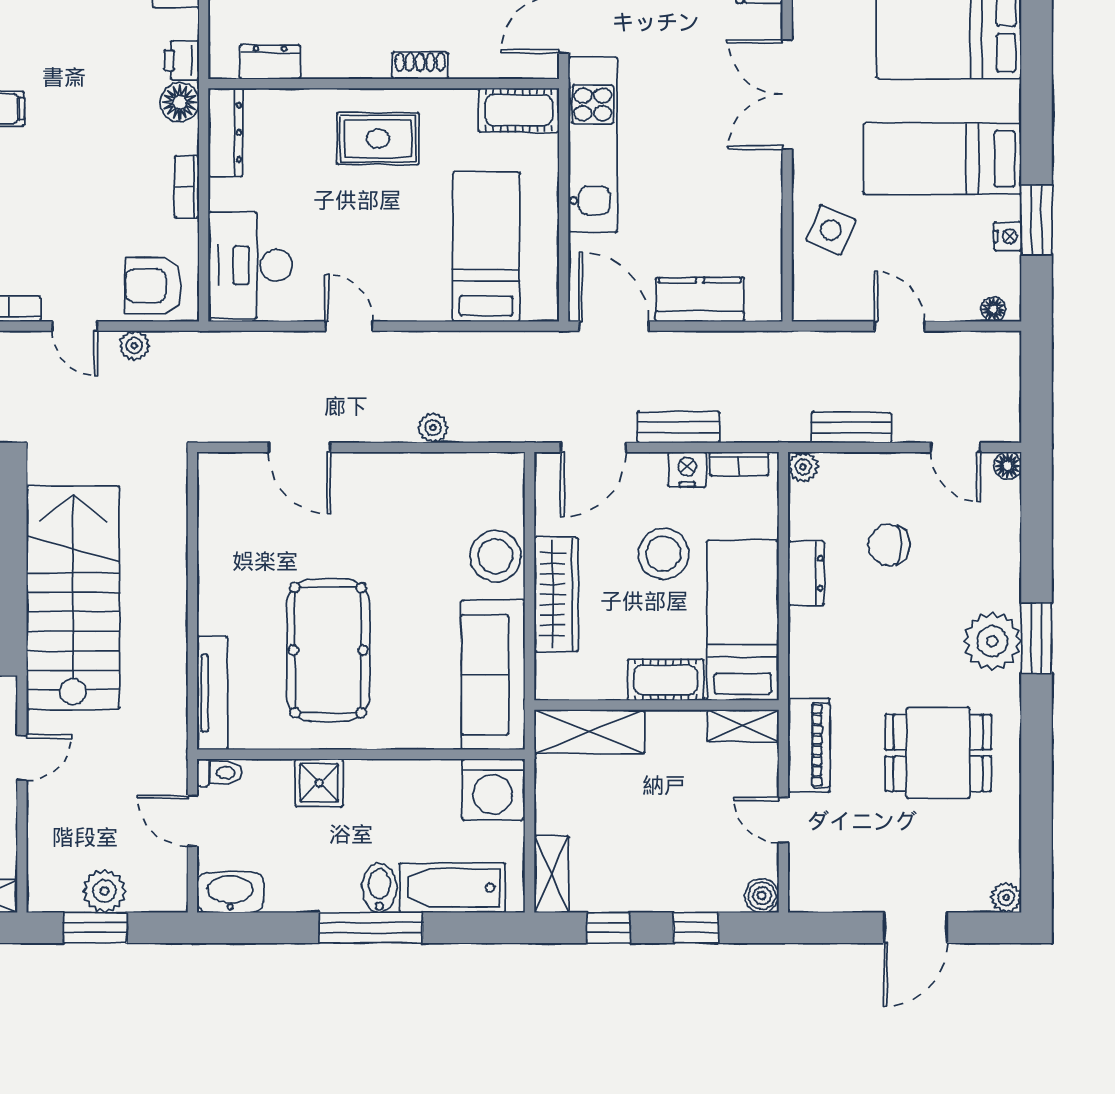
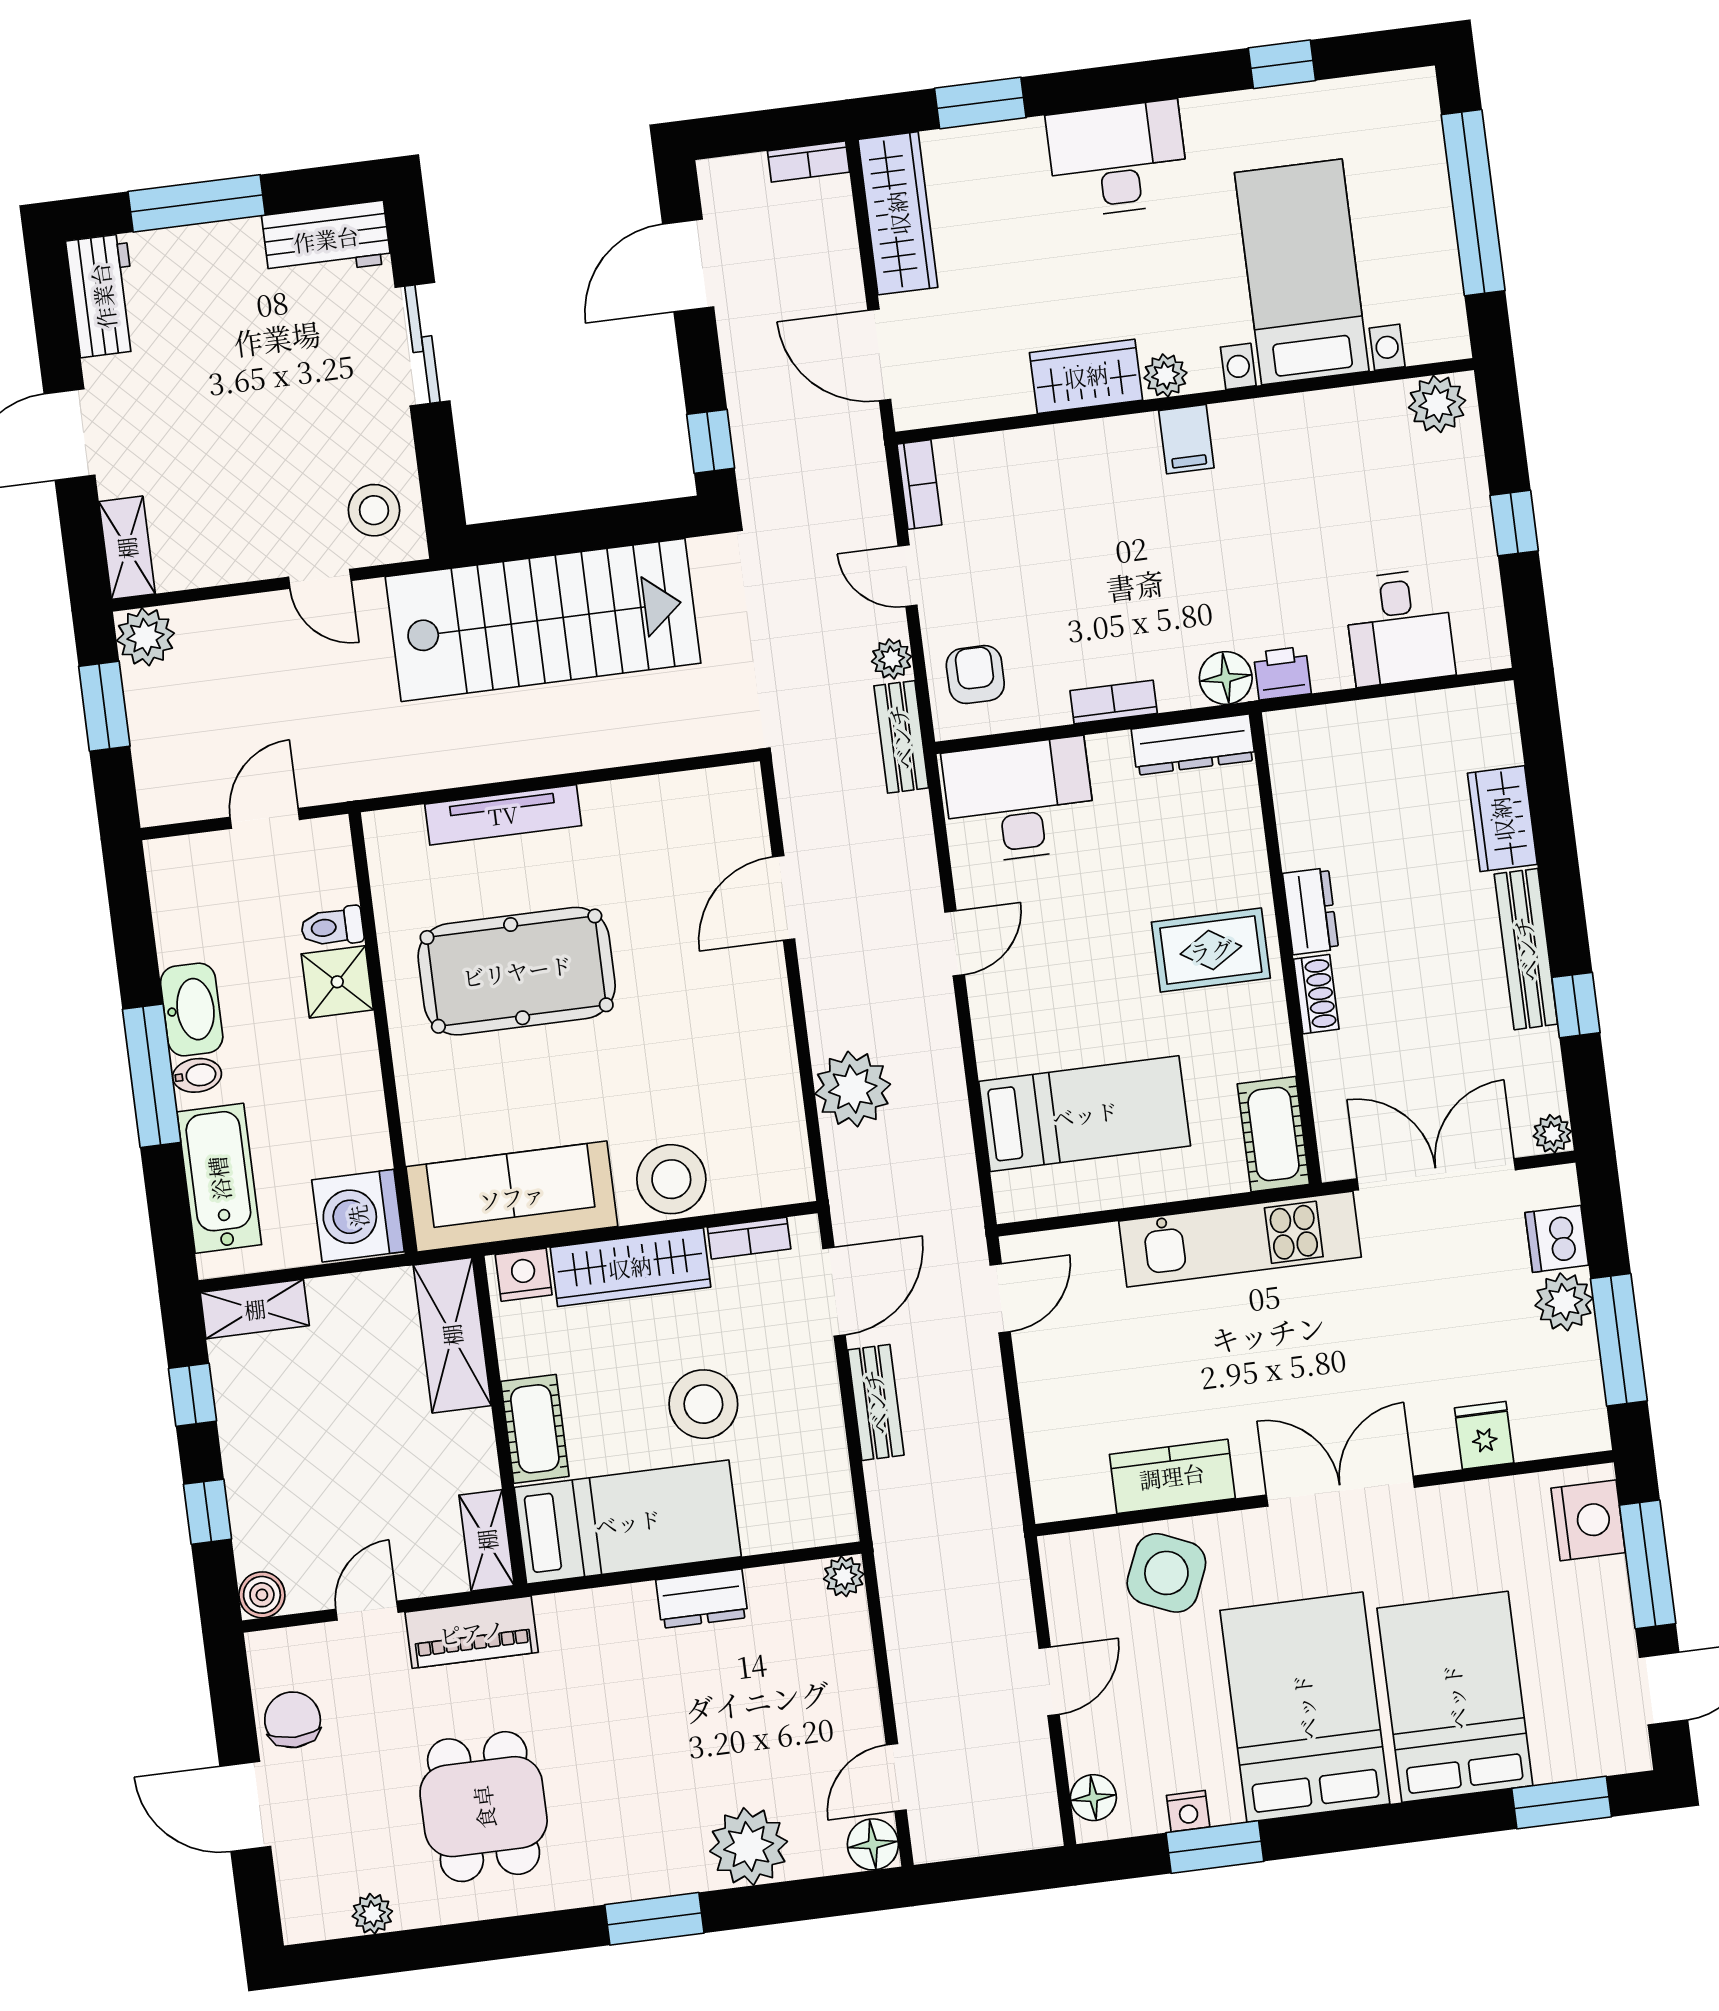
dresser: (270, 62) -> (1310, 911), moved
rug: (378, 139) -> (1211, 950), turned 90
bed: (942, 159) -> (1305, 1707), width x1.50
side table: (831, 230) -> (1166, 1573), width x1.37, depth x1.37
armchair: (154, 286) -> (975, 675), width x0.72, depth x0.72
kitchen counter: (700, 300) -> (1172, 1476), moved, turned -90
floor lamp: (993, 309) -> (1093, 1798), width x1.37, depth x1.37
door: (75, 326) -> (908, 576), hinge flipped
door: (614, 326) -> (1000, 1298), width x0.73
plant: (433, 428) -> (853, 1089), width x1.87, depth x1.87
bench: (851, 428) -> (901, 737), moved
door: (593, 447) -> (834, 1292), swing flipped
bookcase: (739, 464) -> (749, 1238), moved, turned -90
floor lamp: (1008, 466) -> (873, 1844), width x1.37, depth x1.37
nightstand: (687, 469) -> (524, 1275), moved, turned -90
chair: (889, 545) -> (293, 1720), moved
plant: (992, 641) -> (749, 1846), moved
tv unit: (212, 693) -> (503, 815), moved
toilet: (219, 773) -> (332, 927), moved, turned 90
bidet: (379, 888) -> (197, 1075), width x0.72, depth x0.74
plant: (104, 891) -> (145, 637), moved
washbasin: (230, 892) -> (192, 1010), moved
plant: (1006, 898) -> (372, 1914), moved

